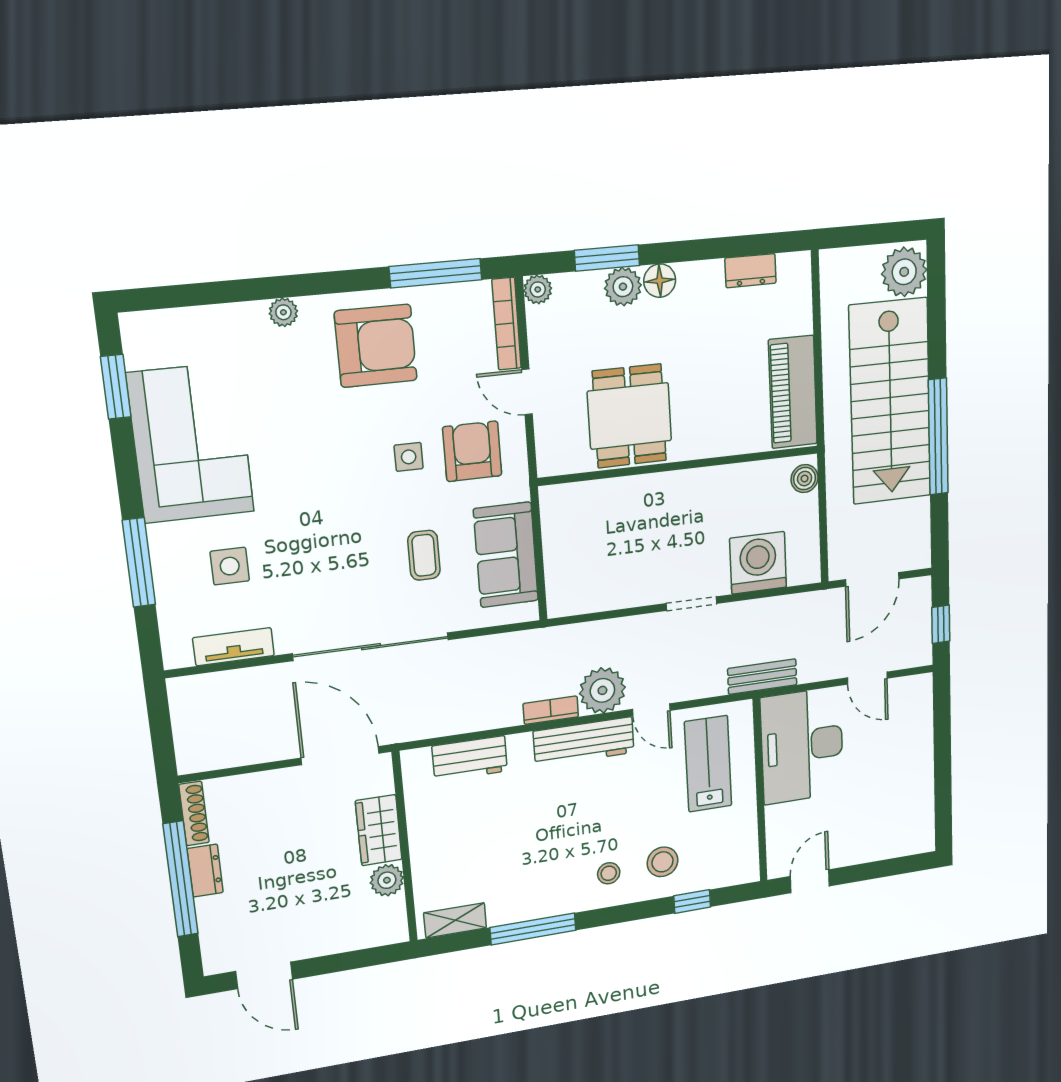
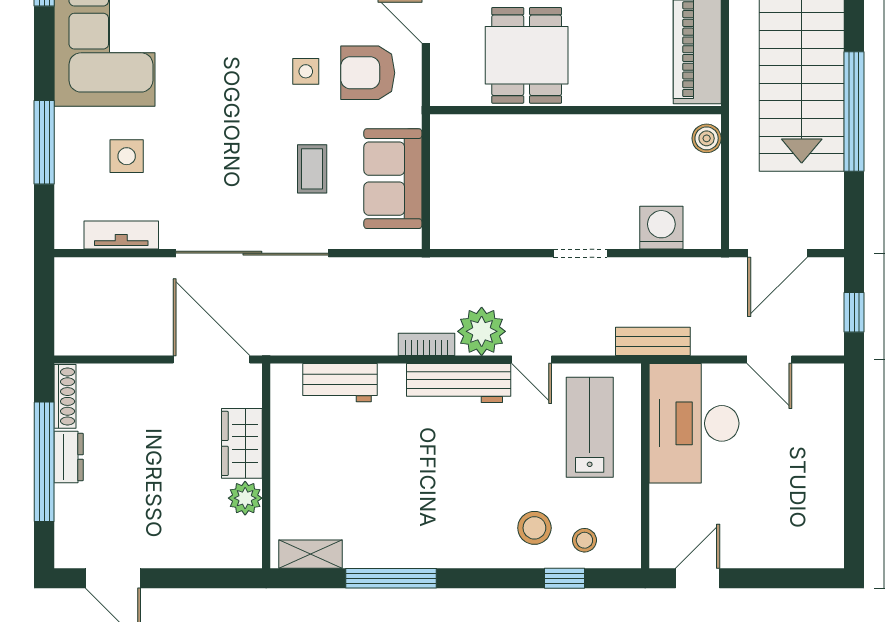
armchair: (472, 451) -> (368, 73), turned -90
washing machine: (758, 563) -> (661, 228), width x0.73, depth x0.73
stool: (609, 873) -> (584, 540), moved

